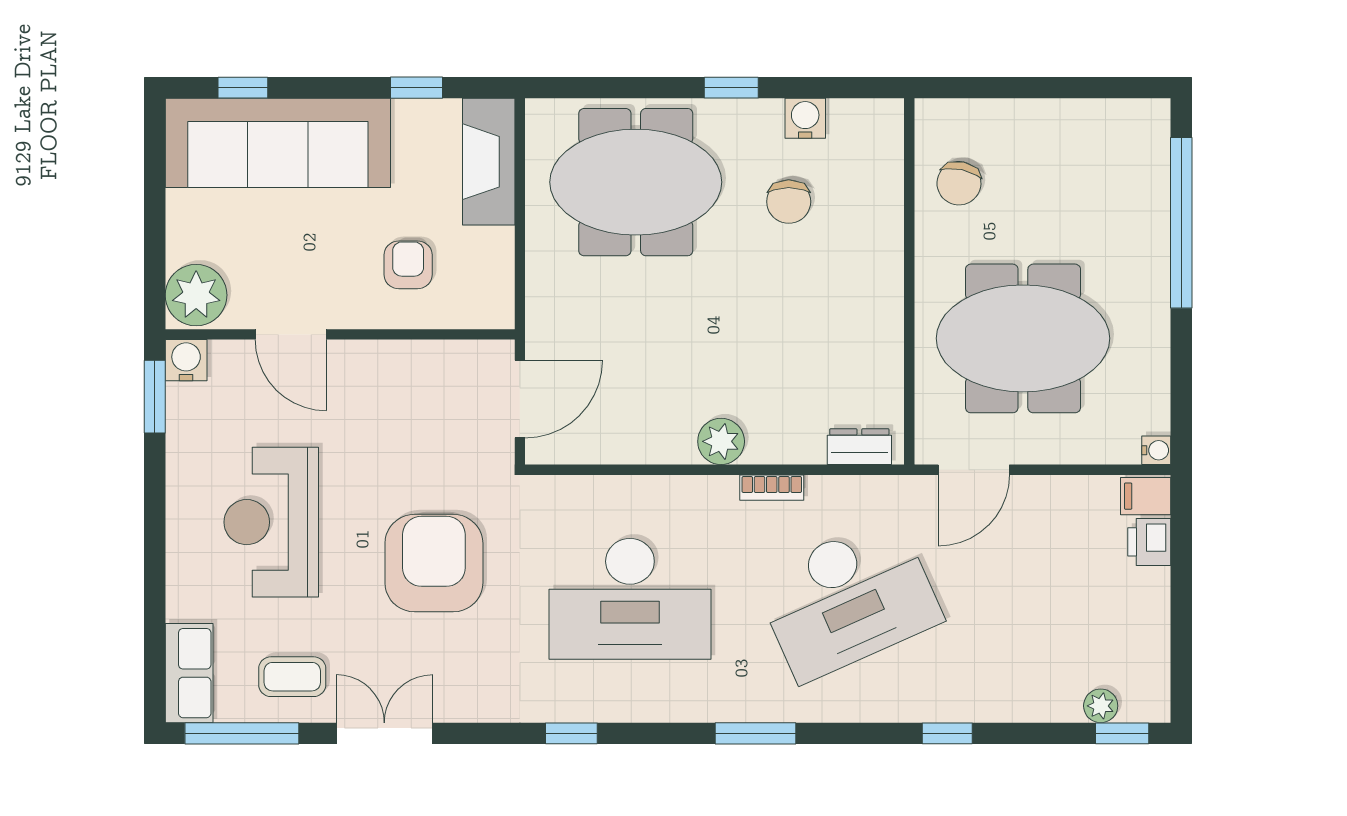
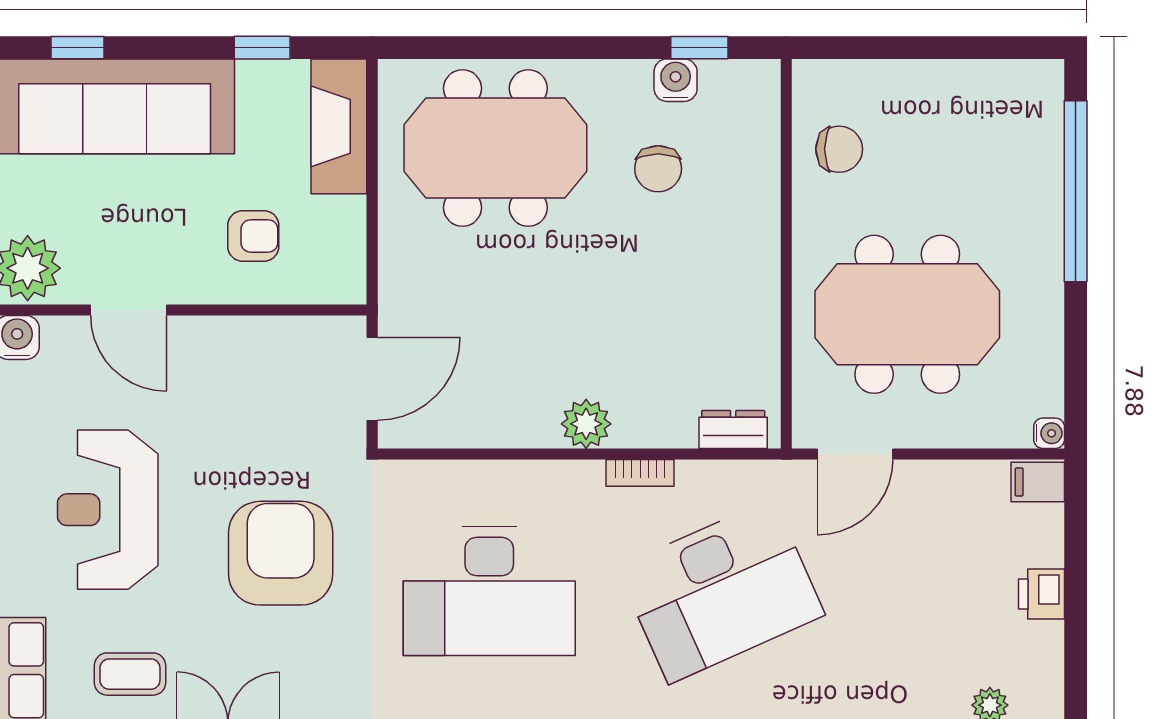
window: (731, 88) -> (699, 48), moved
chair: (959, 183) -> (839, 149), turned -102
armchair: (408, 265) -> (253, 236), turned 90
printer: (1149, 542) -> (1042, 594), moved

